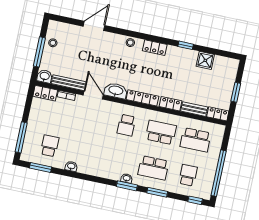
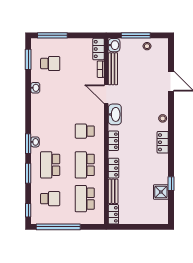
window: (186, 45) -> (171, 184), moved
window: (236, 92) -> (137, 227), removed
door: (93, 95) -> (106, 94), swing flipped
locker: (142, 98) -> (113, 141), width x0.66
school desk: (161, 132) -> (85, 165), turned 180

